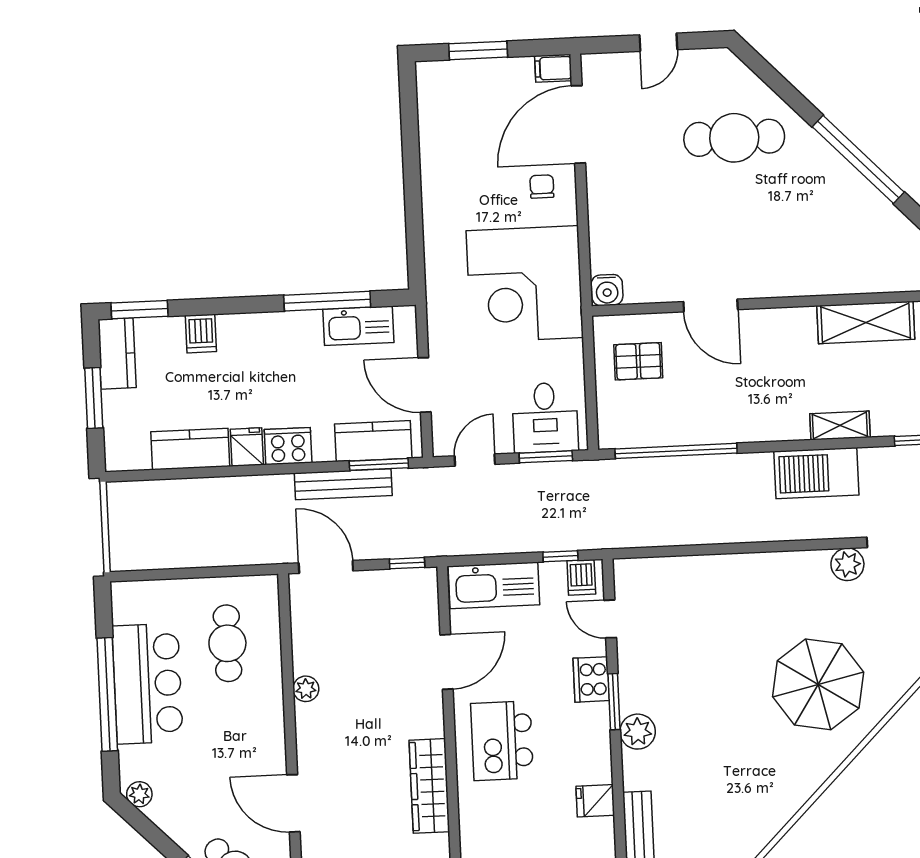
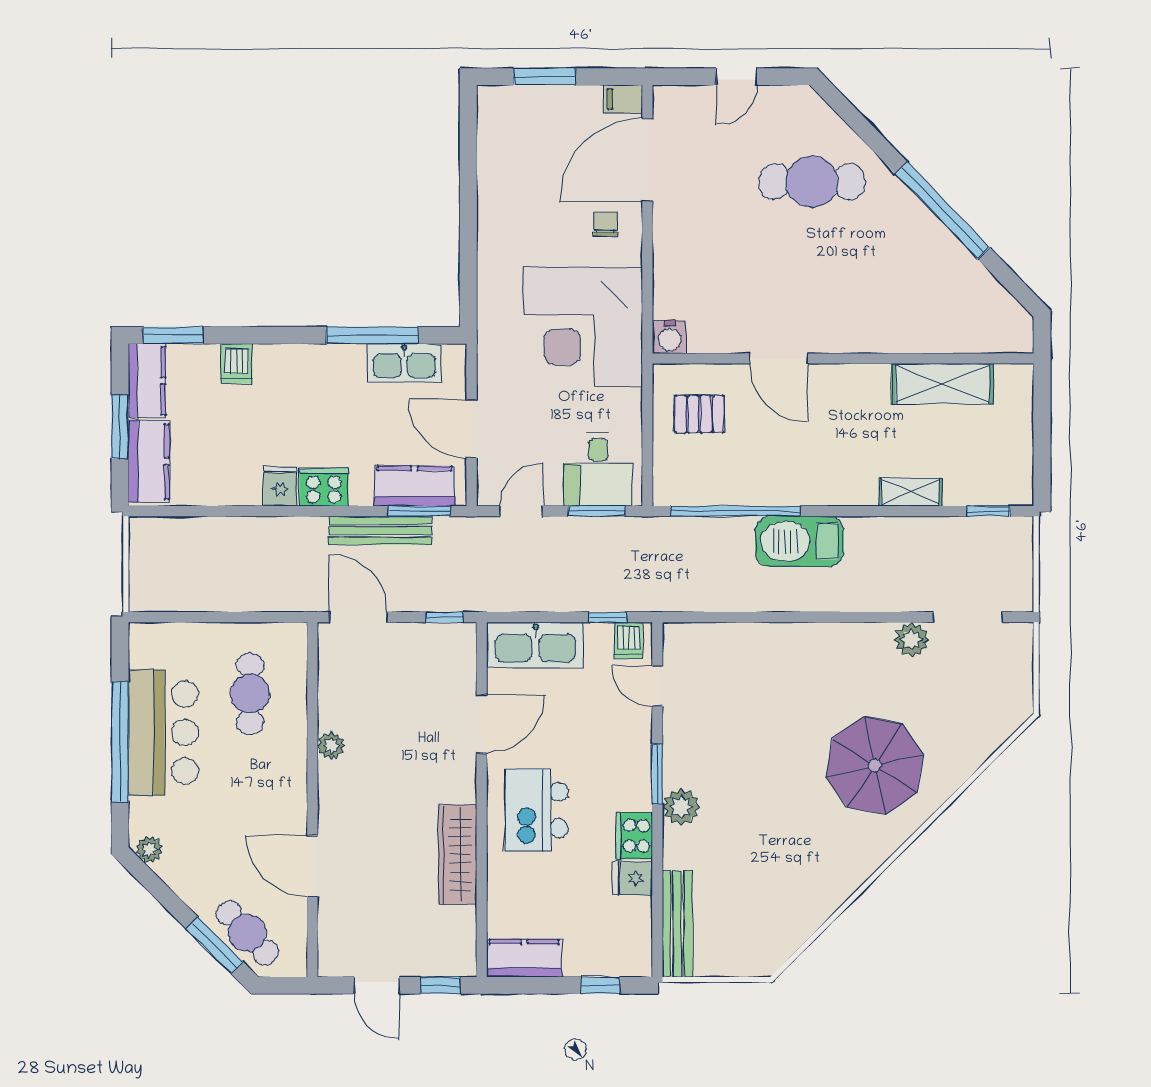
kitchen counter: (190, 449) -> (149, 461), moved, turned 90
barbecue: (816, 473) -> (799, 541), moved
cooker: (591, 679) -> (634, 836), moved

